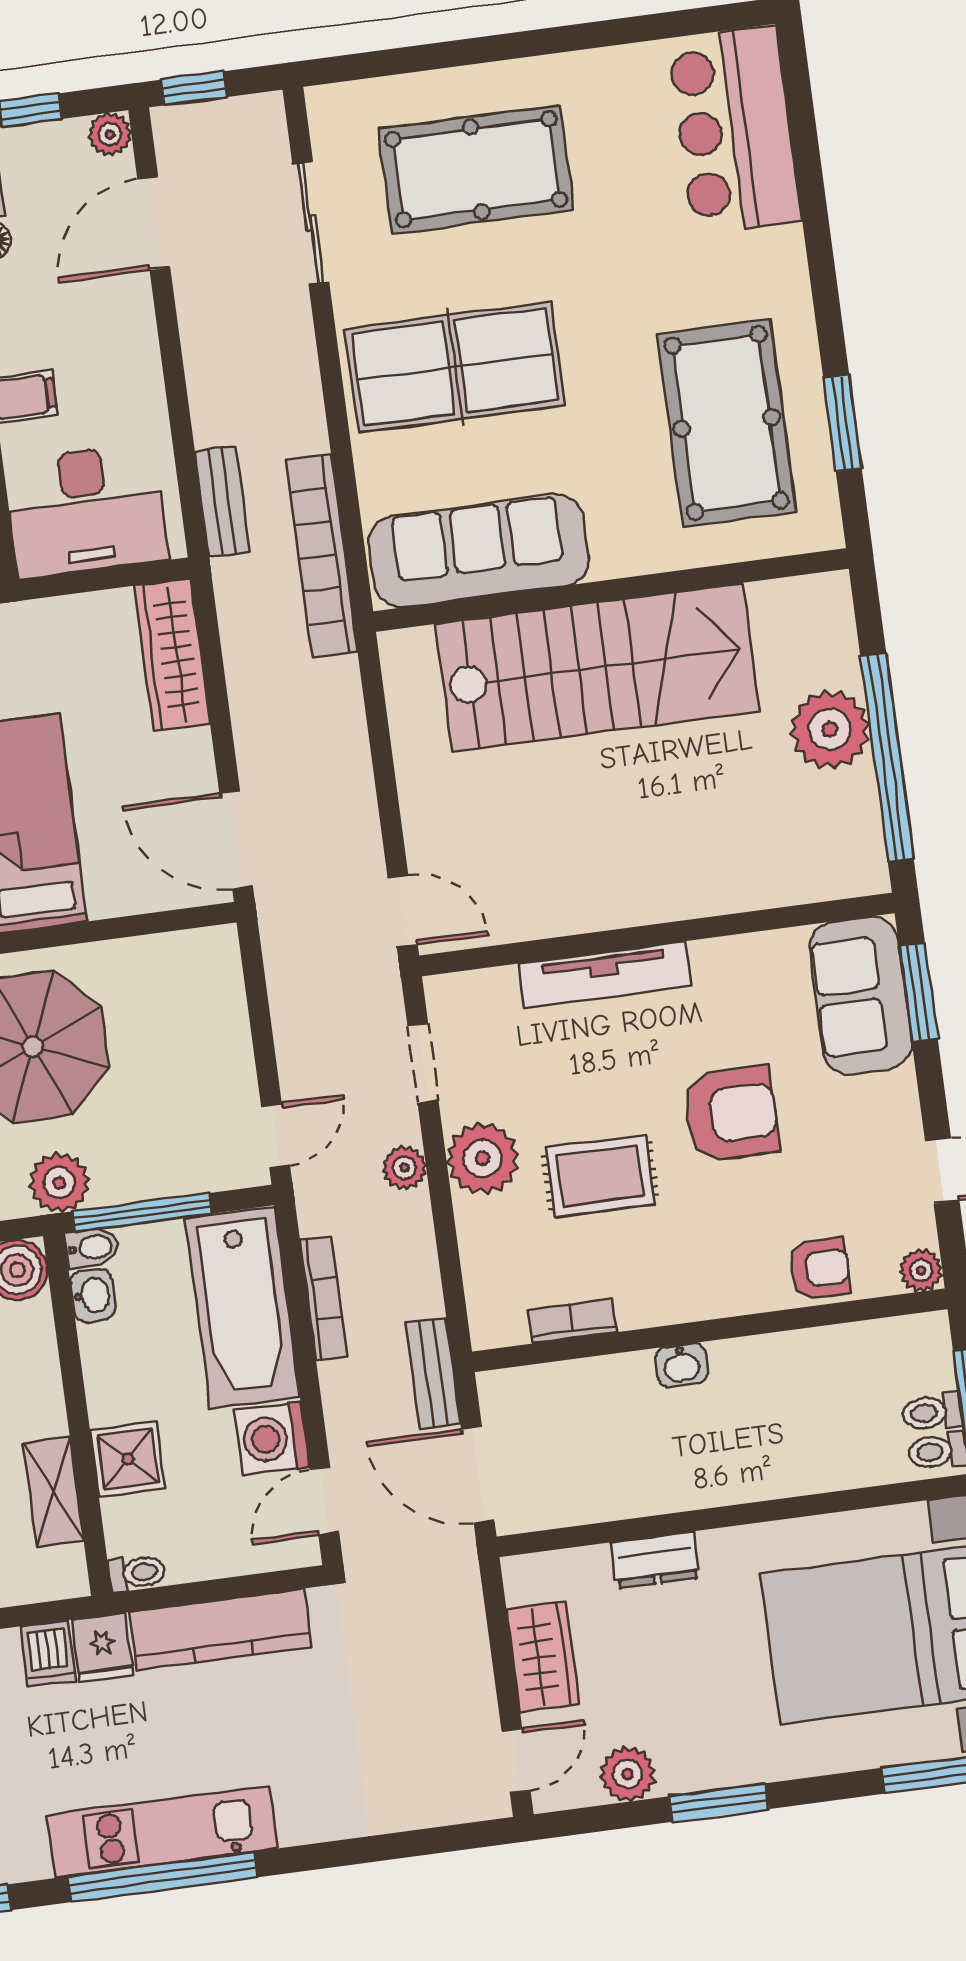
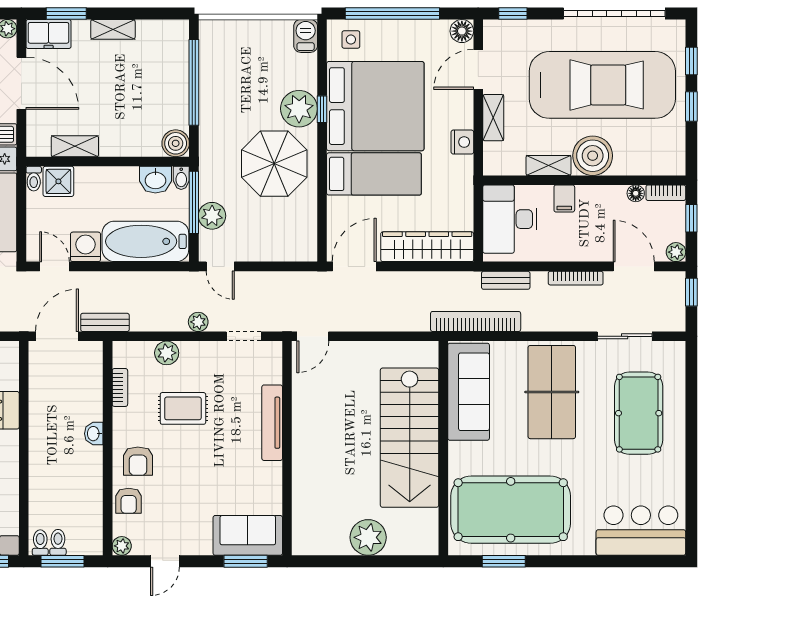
pool table: (727, 423) -> (511, 510), width x1.36, depth x1.32
wardrobe: (172, 655) -> (427, 247), width x1.40, depth x1.17
window: (887, 757) -> (352, 561), removed
armchair: (731, 1114) -> (138, 461), moved, width x0.72, depth x0.72
plant: (483, 1158) -> (167, 353), moved, width x0.73, depth x0.73
rug: (600, 1176) -> (183, 408), turned 90
plant: (59, 1183) -> (212, 216), moved
washbasin: (93, 1295) -> (155, 180), width x1.38, depth x1.45
bookcase: (324, 1299) -> (576, 278), moved
shower: (128, 1459) -> (58, 181), moved

